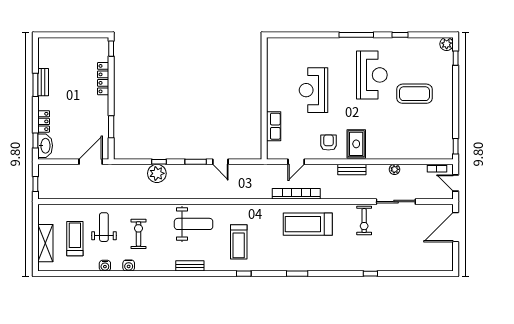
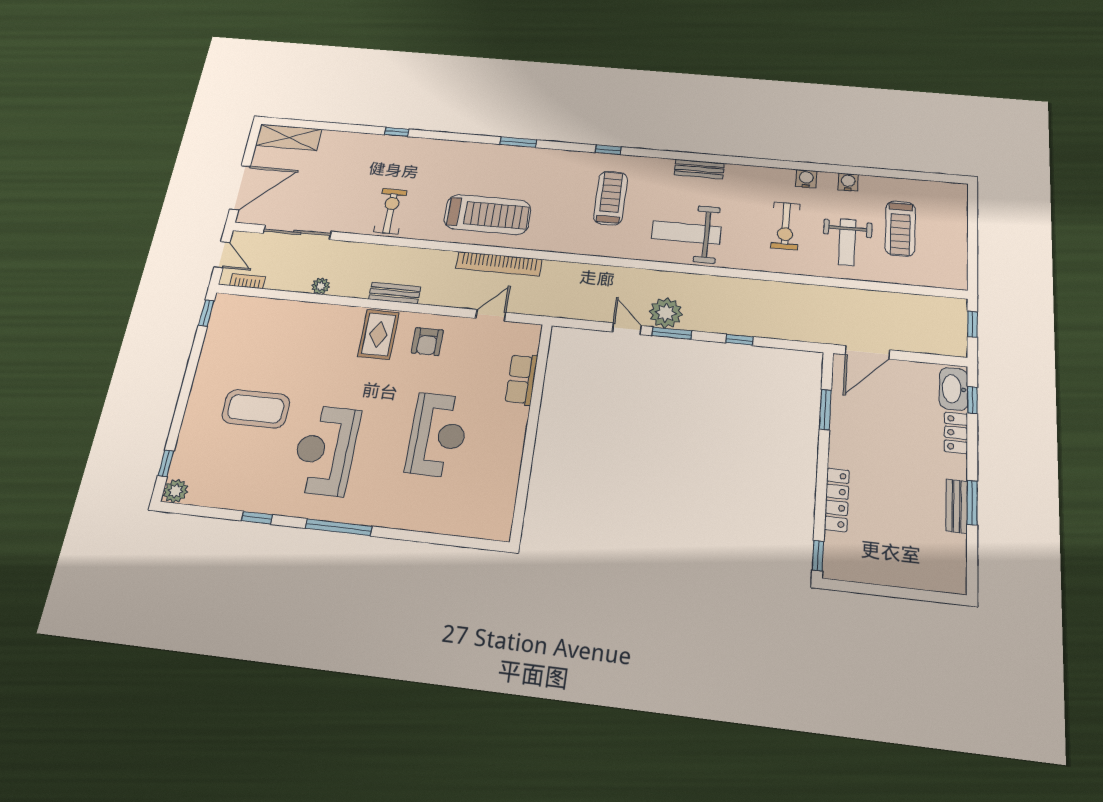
plant: (157, 173) -> (666, 313), moved
sliding door: (396, 202) -> (297, 232), moved
shelving: (45, 243) -> (289, 137), moved, turned 90

